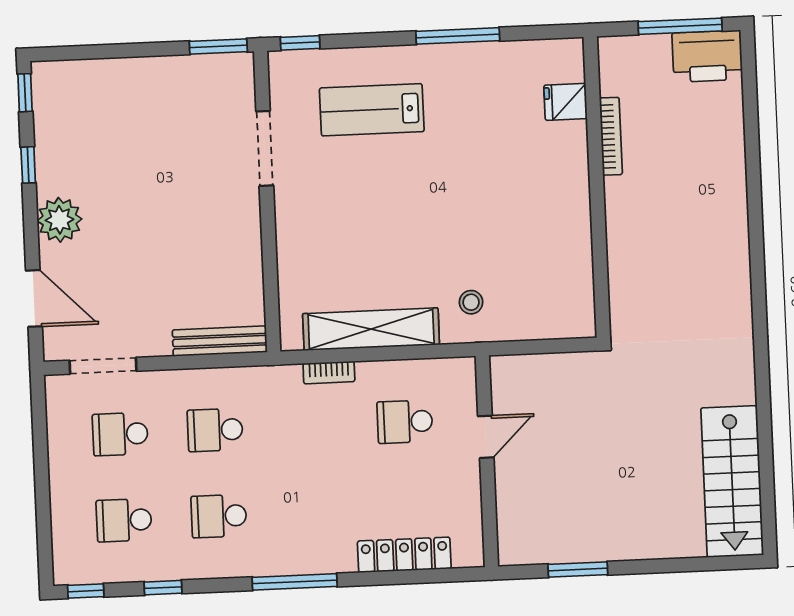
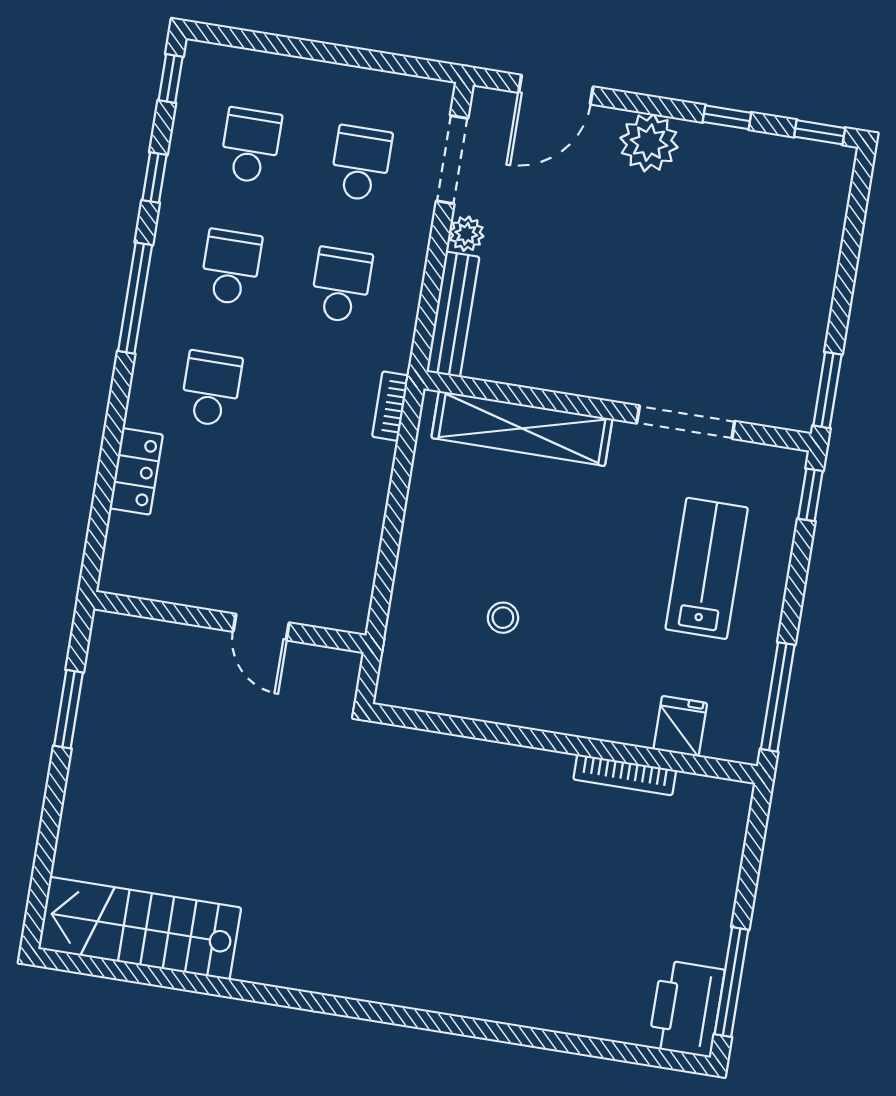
fridge: (566, 102) -> (680, 726), moved
bookcase: (611, 136) -> (625, 775), moved
wall: (597, 187) -> (564, 743), moved
stool: (471, 302) -> (503, 618), moved
shelving: (371, 329) -> (522, 428), moved, turned 90
plant: (157, 343) -> (466, 234), added
bookcase: (329, 373) -> (390, 406), moved
school desk: (405, 422) -> (211, 389), moved
locker: (404, 555) -> (136, 471), width x0.66
window: (295, 582) -> (135, 298), moved

